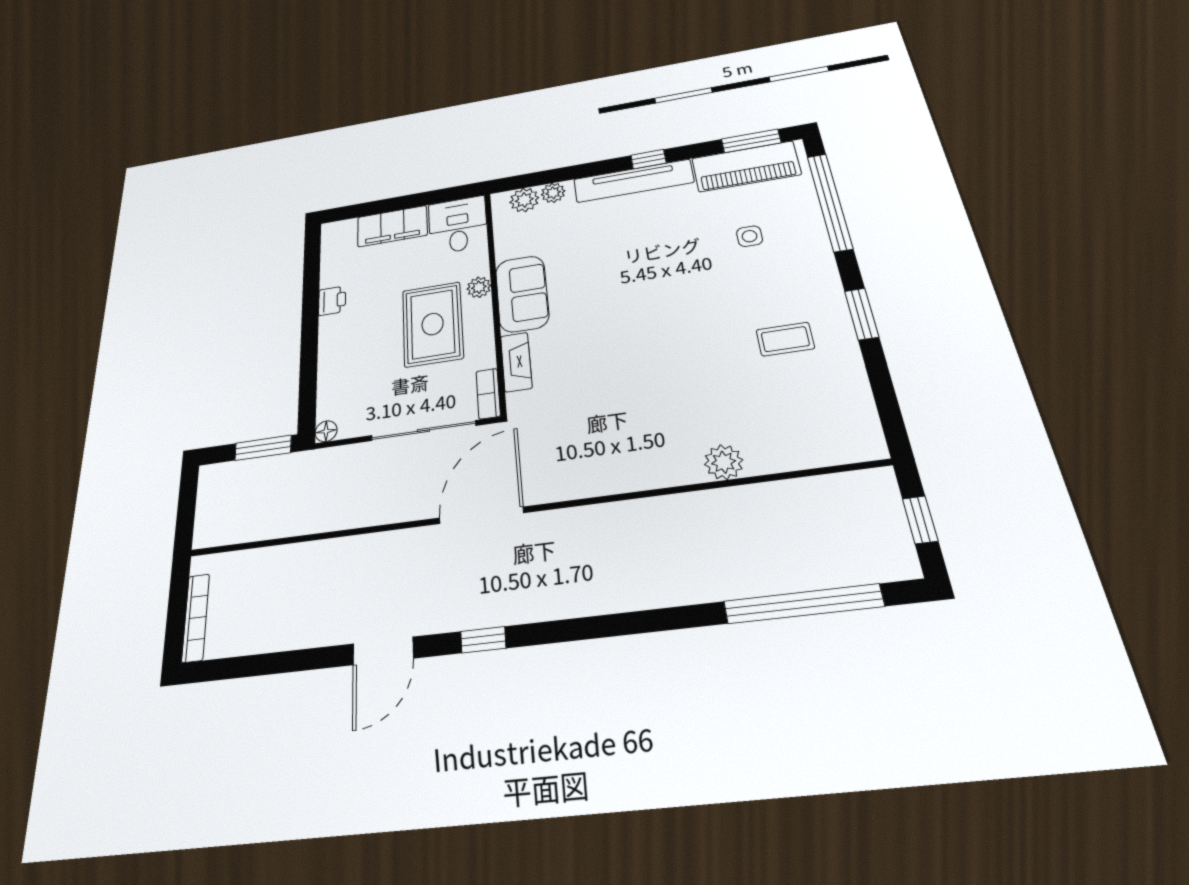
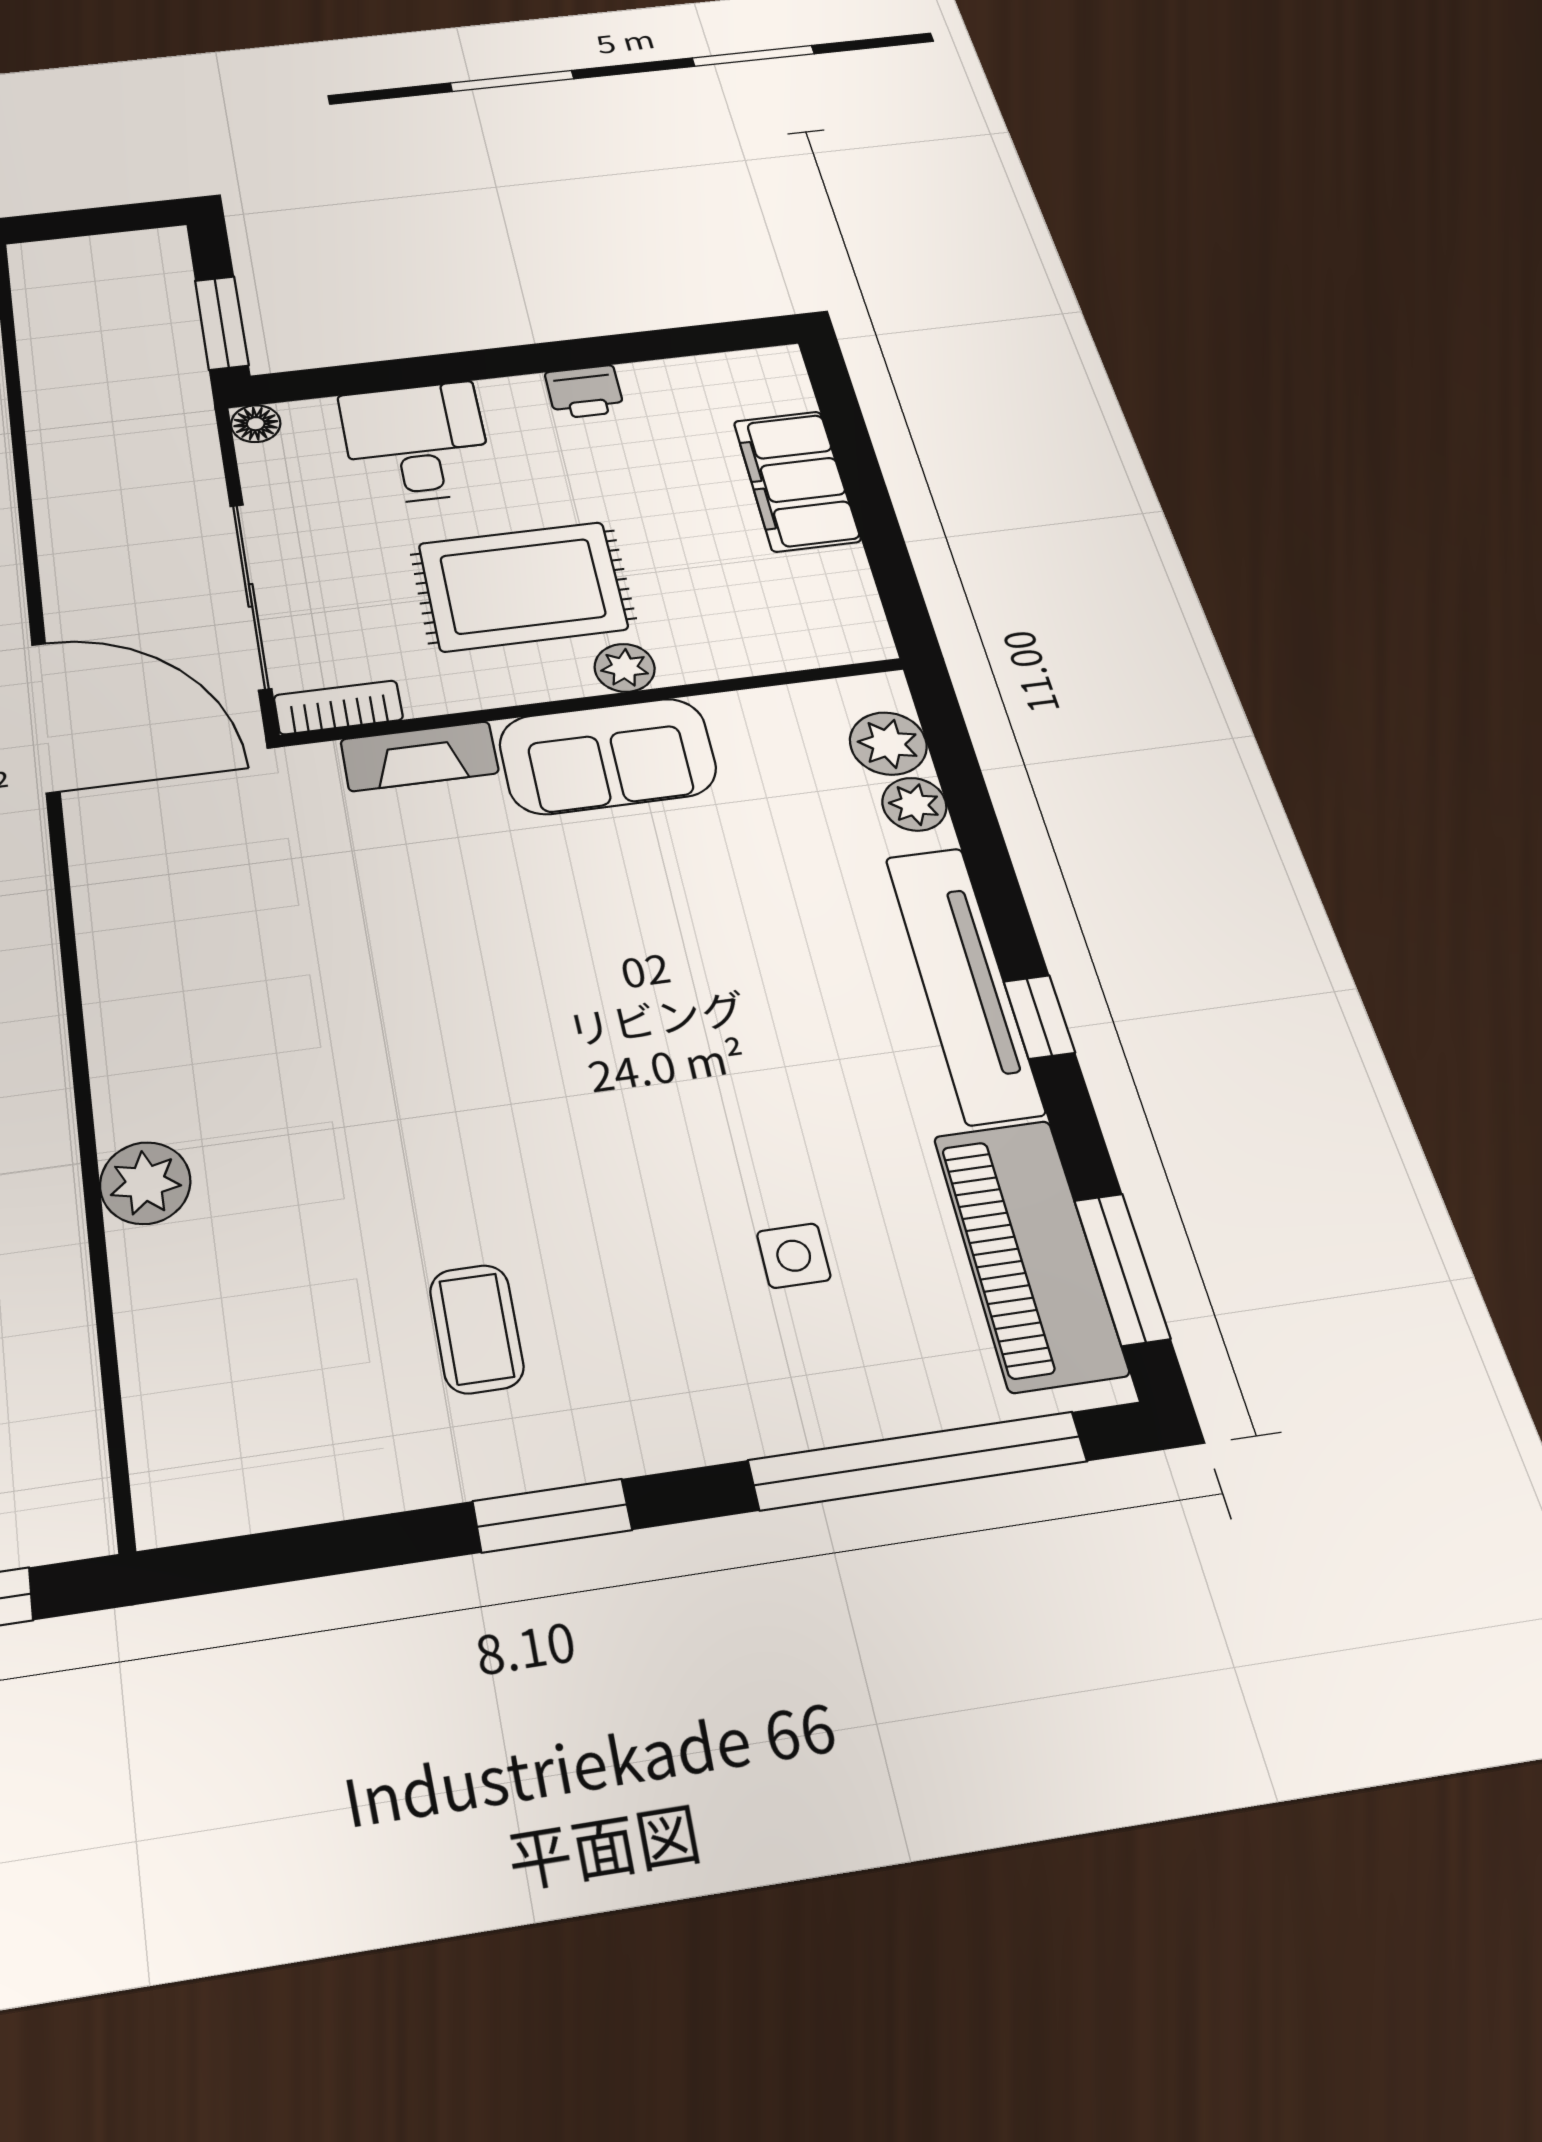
desk: (458, 225) -> (416, 443), moved, turned -90

